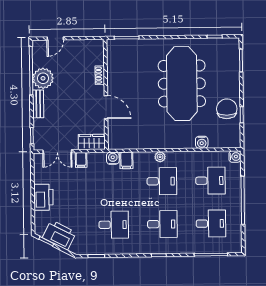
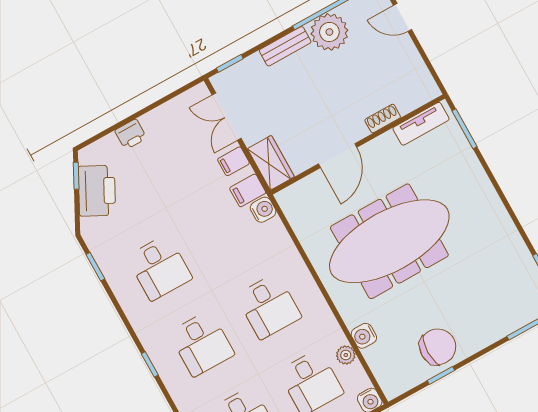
tv unit: (113, 58) -> (421, 124), added
meeting table: (182, 84) -> (389, 241), moved
plant: (160, 157) -> (346, 355), moved
filing cabinet: (126, 160) -> (248, 190), moved
printer: (43, 197) -> (131, 134), width x0.53, depth x0.68

